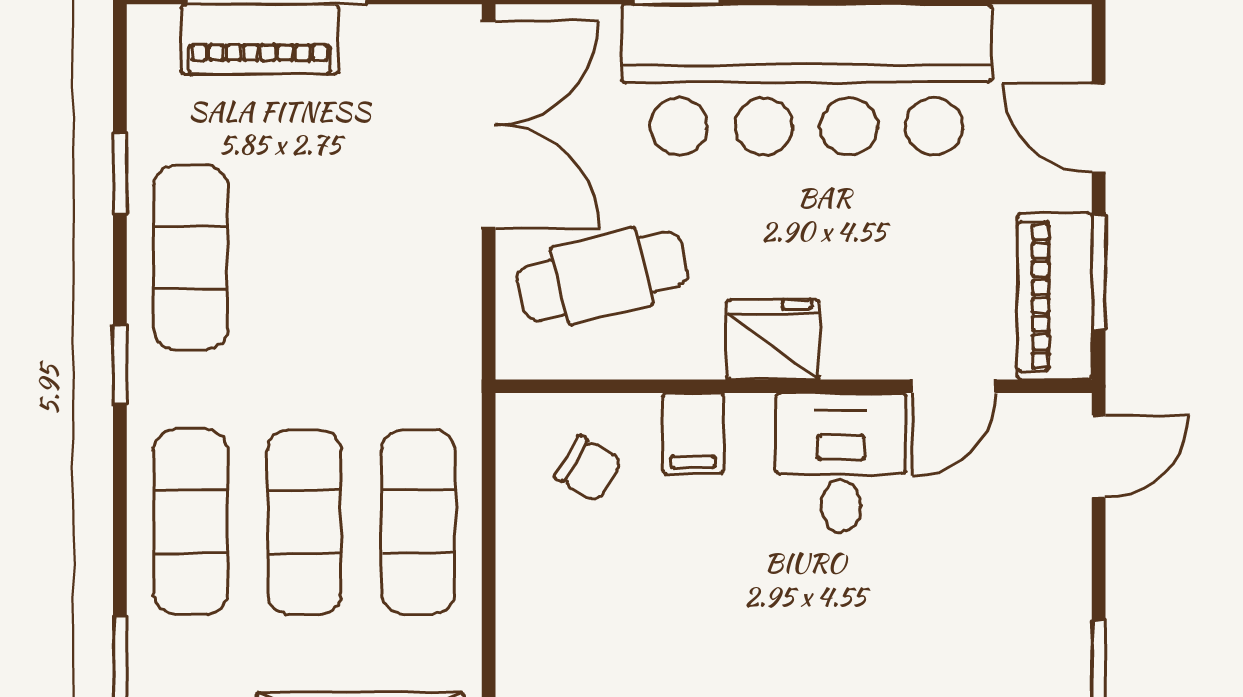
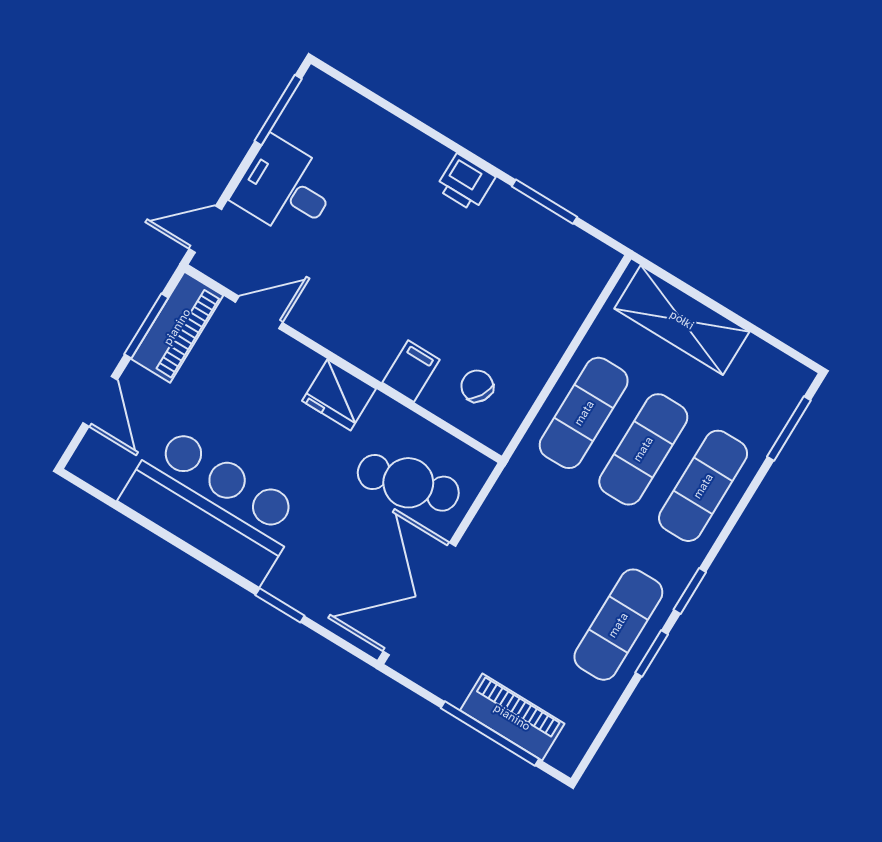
bar counter: (806, 79) -> (212, 505), width x0.73
window: (120, 173) -> (652, 653), moved
desk: (841, 463) -> (285, 188), moved, turned 90

